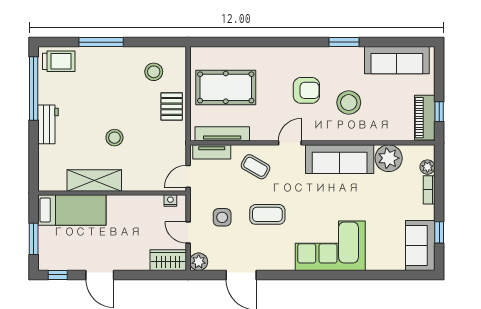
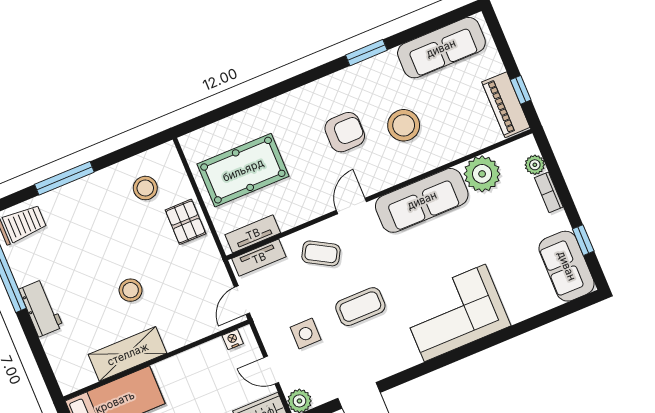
tv unit: (222, 134) -> (253, 234), width x0.71

